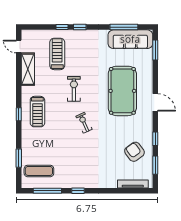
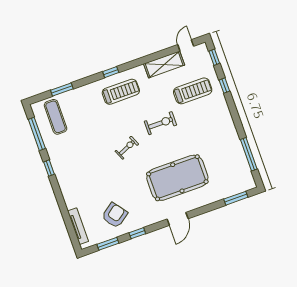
window: (80, 27) -> (214, 57), moved
sofa: (130, 39) -> (238, 166), removed
treadmill: (37, 112) -> (121, 92), turned 180

